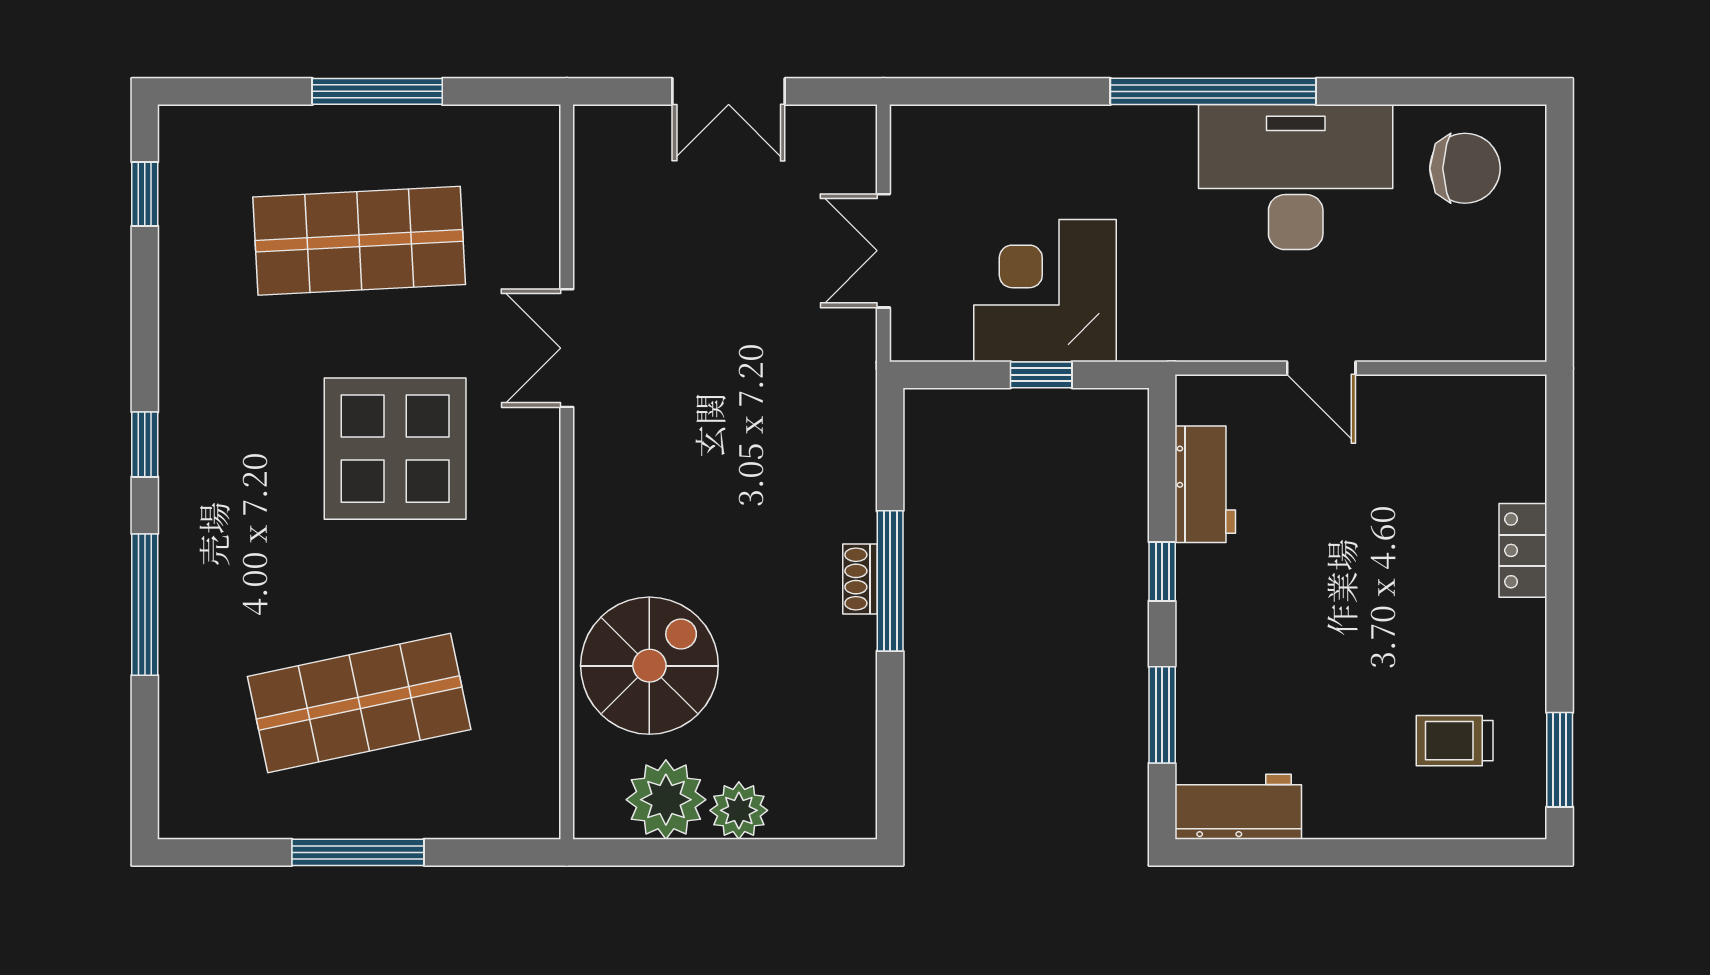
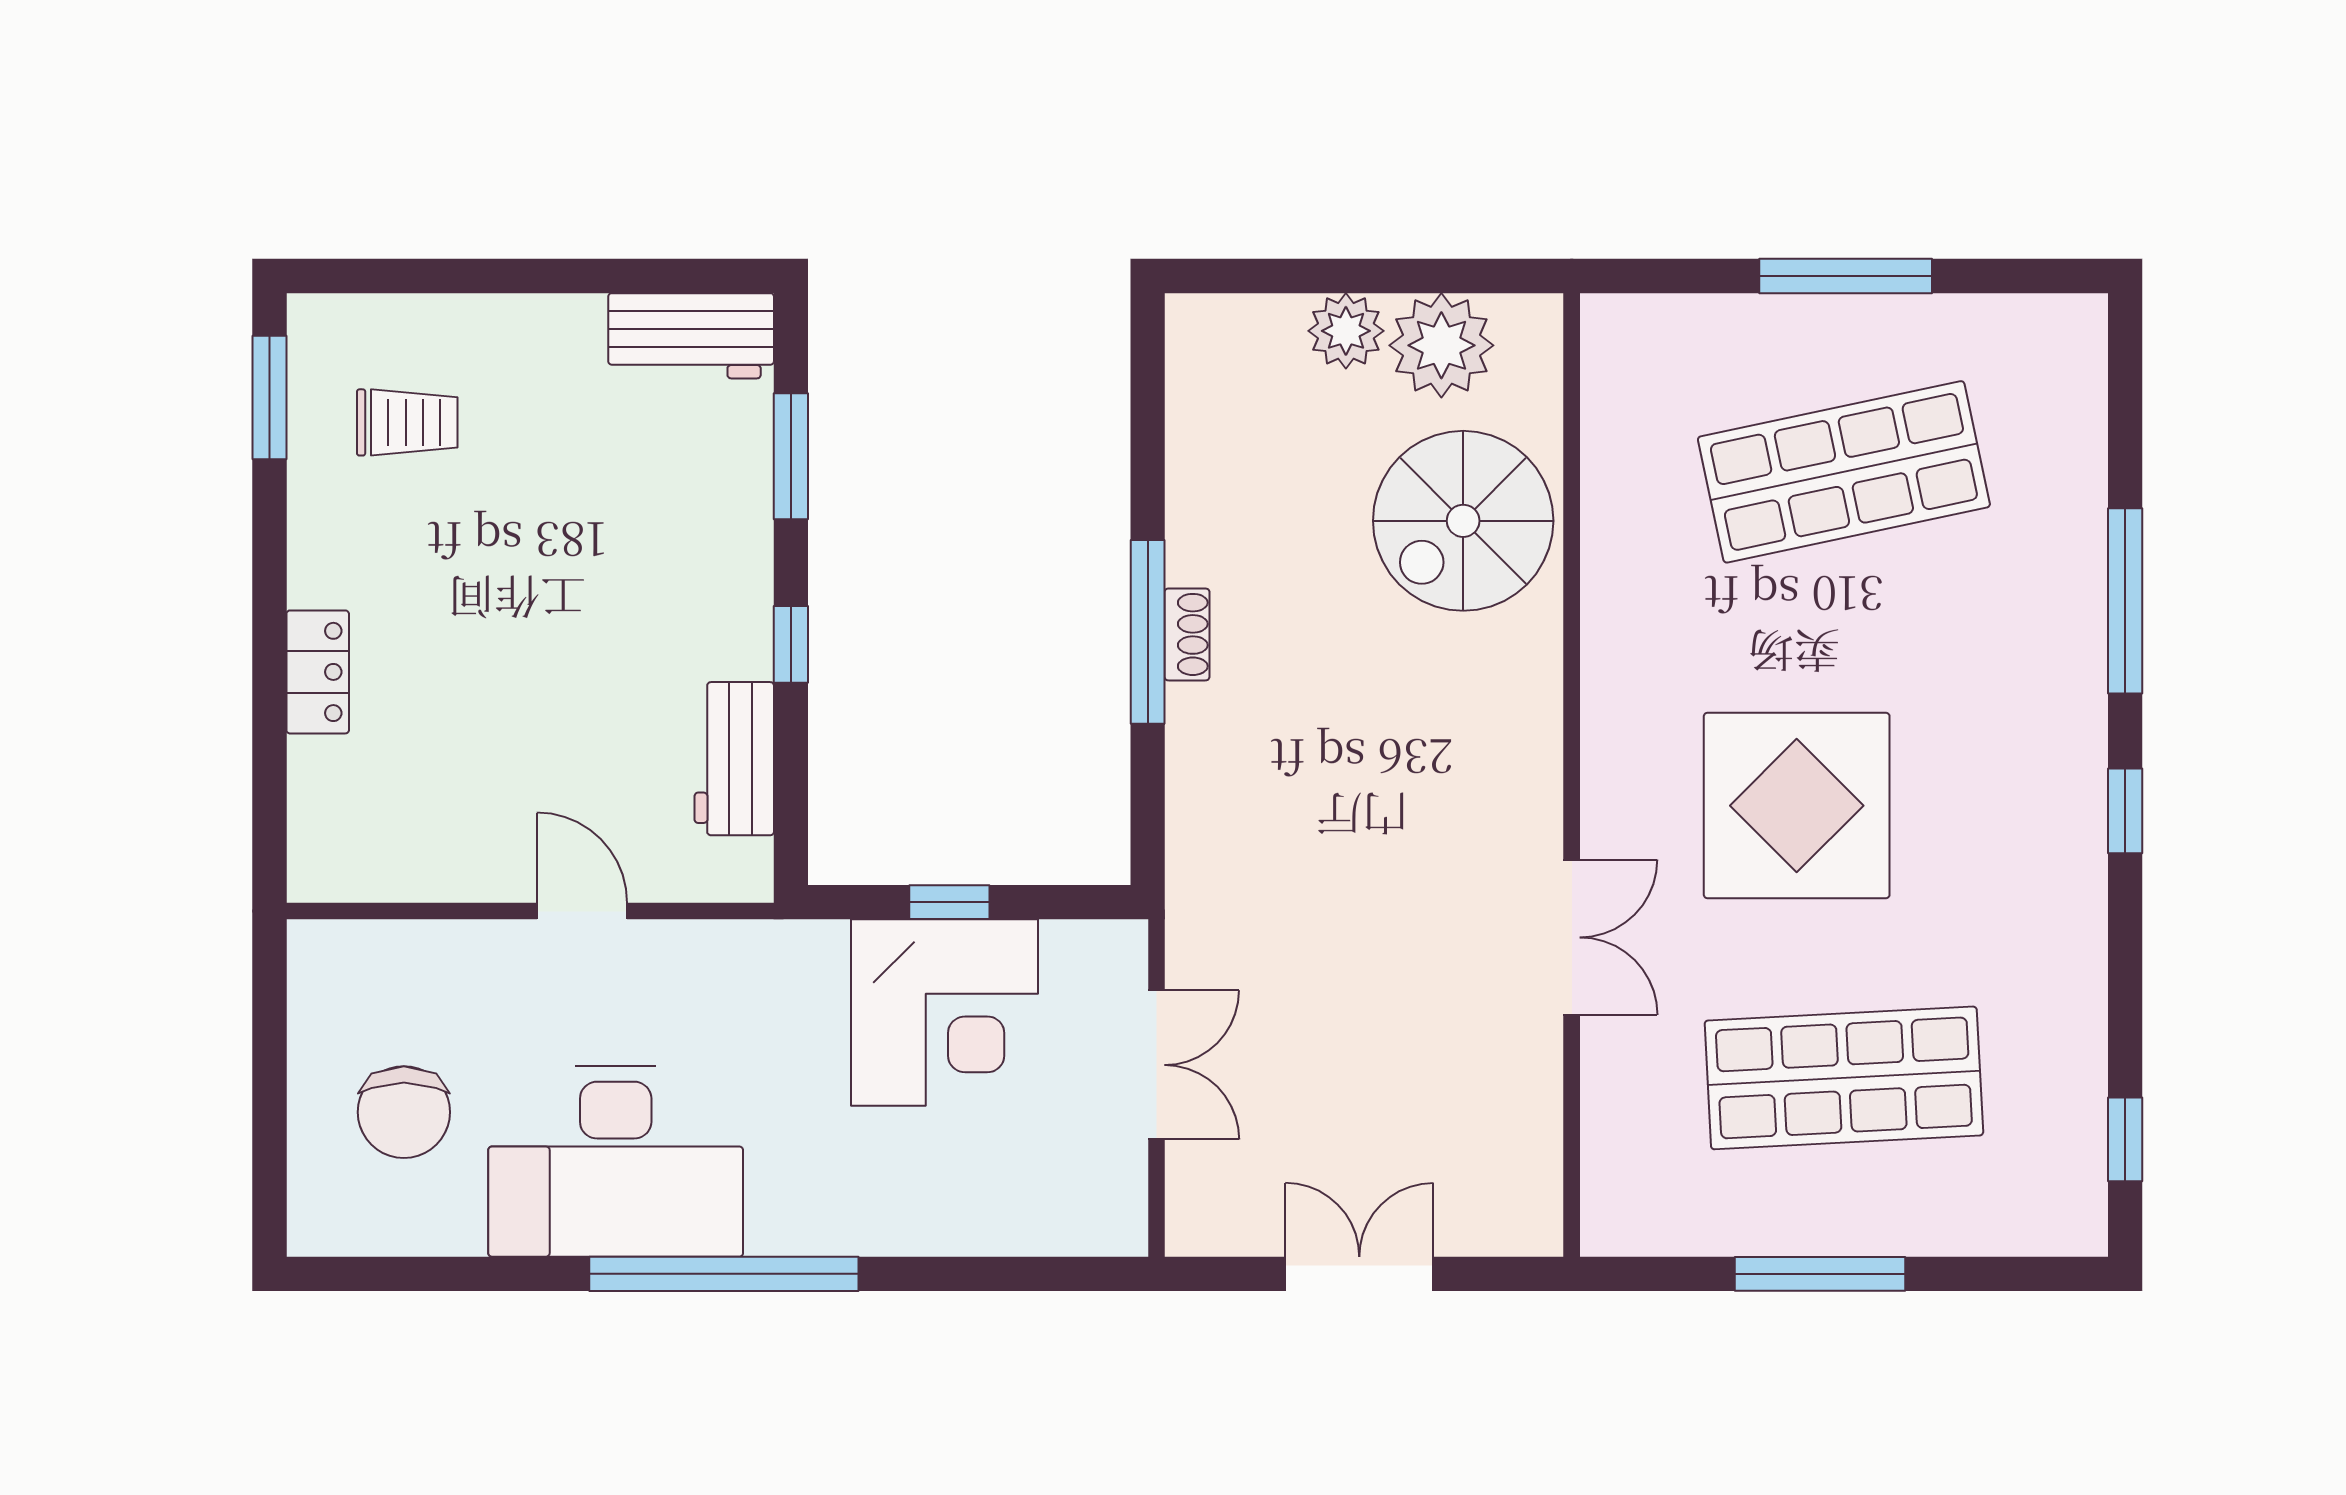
chair: (1465, 168) -> (404, 1112), moved, turned -90

